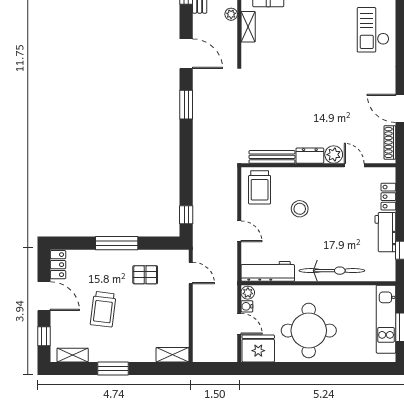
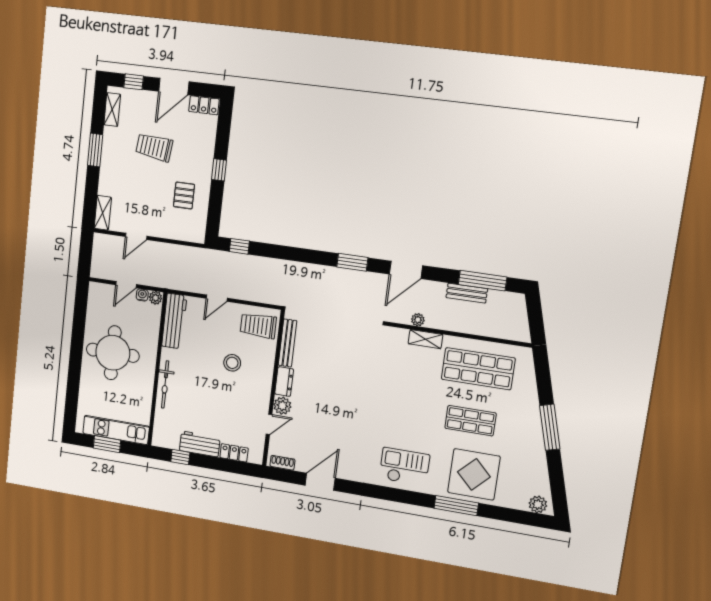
plant: (231, 14) -> (418, 320), moved
shoe rack: (390, 142) -> (282, 463), width x0.70
window: (117, 243) -> (219, 170), width x0.46
bicycle: (332, 271) -> (165, 385), width x0.73, depth x0.71
door: (191, 273) -> (136, 236), moved
fridge: (258, 348) -> (101, 300), removed

